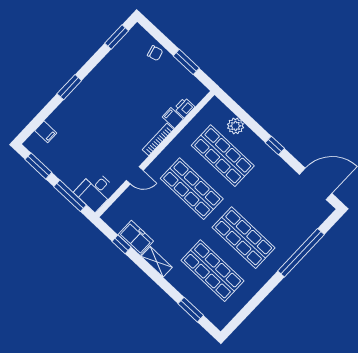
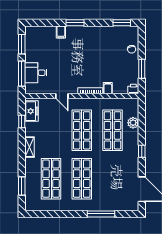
printer: (184, 108) -> (133, 89), moved
filing cabinet: (46, 132) -> (61, 32), moved
desk: (95, 191) -> (36, 73), moved
freezer: (136, 238) -> (32, 111), moved
window: (301, 253) -> (101, 214), width x0.68

